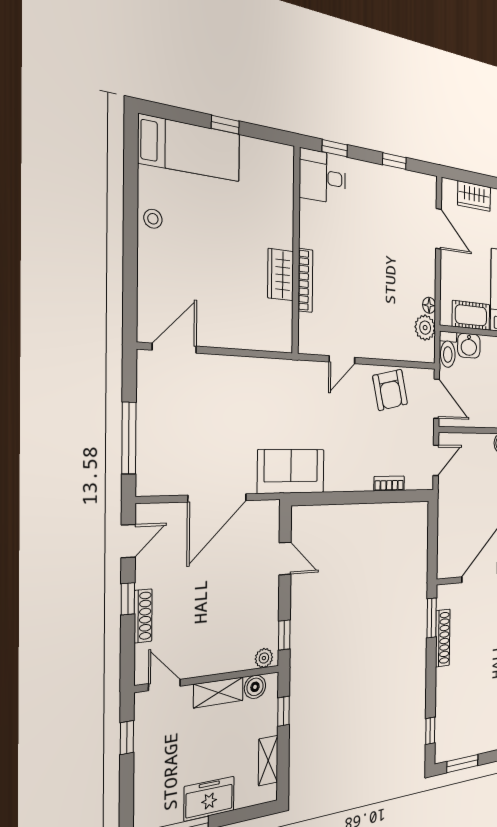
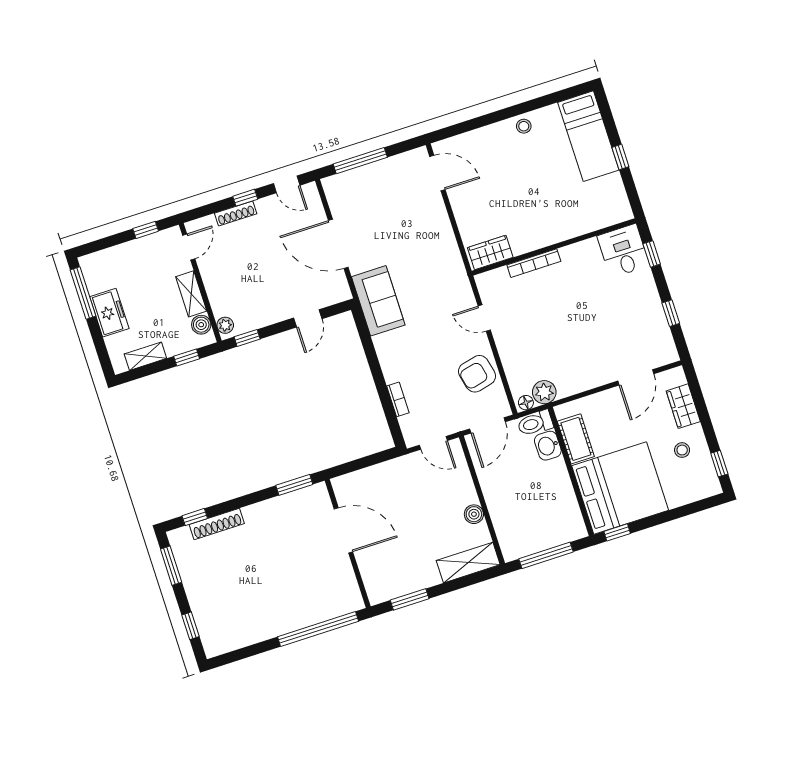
wardrobe: (281, 275) -> (490, 253), moved
floor lamp: (429, 305) -> (526, 403), moved
shoe rack: (443, 638) -> (217, 524), moved

